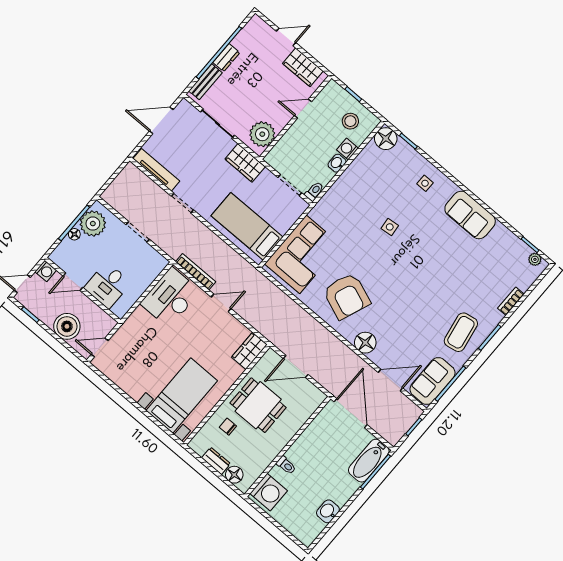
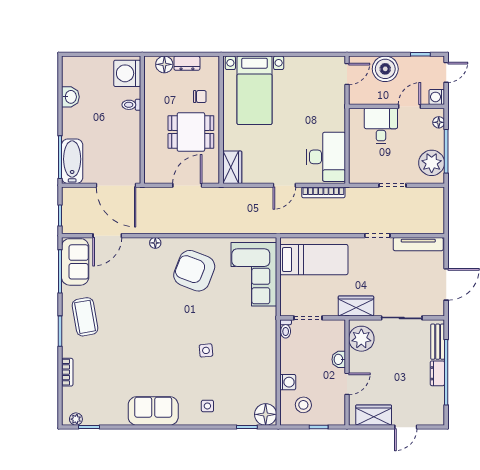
washbasin: (337, 163) -> (339, 359), moved, turned 180
floor lamp: (74, 234) -> (439, 122), moved
floor lamp: (365, 343) -> (155, 243), width x0.53, depth x0.53

